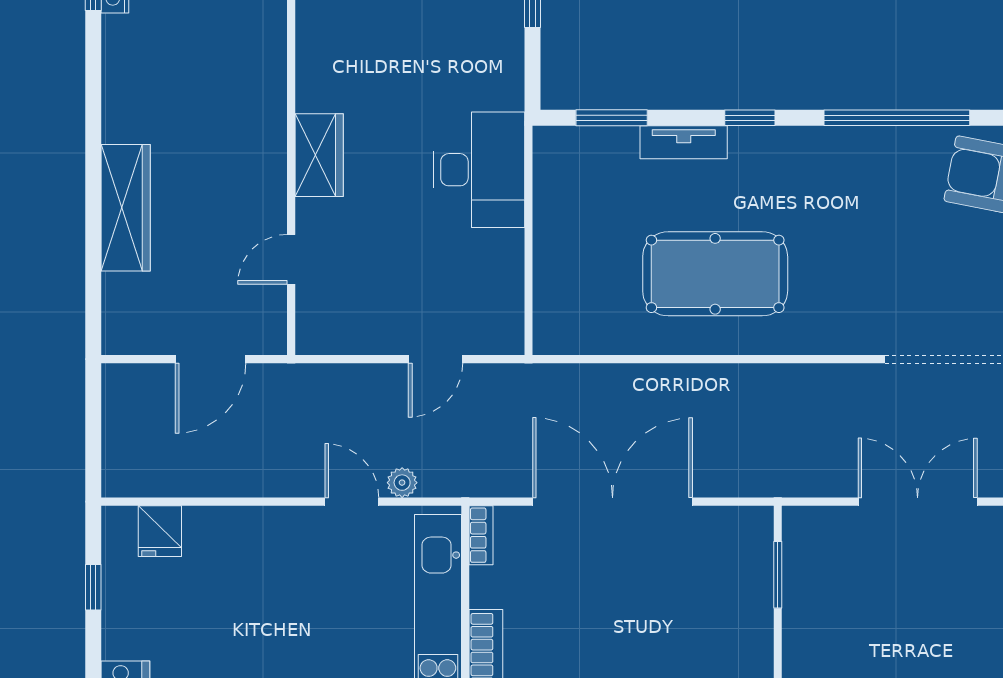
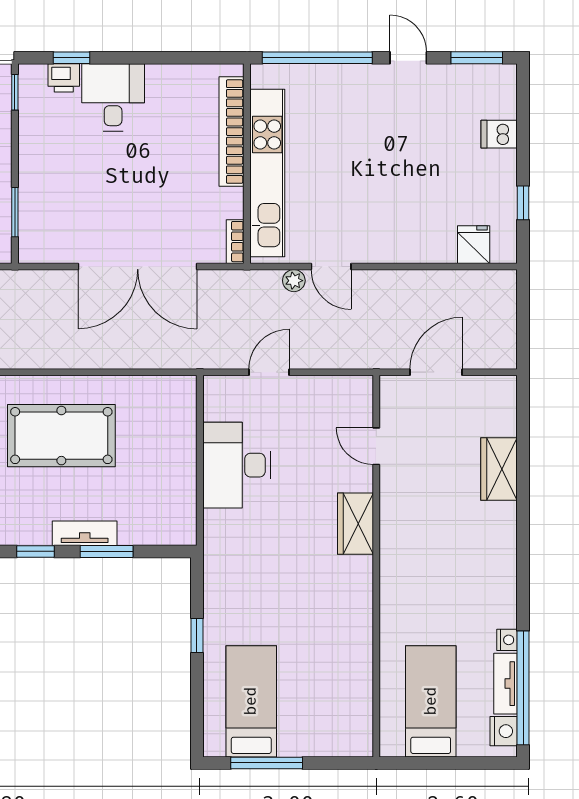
window: (612, 118) -> (107, 551), moved
desk: (479, 170) -> (237, 465), moved
wardrobe: (126, 208) -> (499, 469), width x0.67
door: (291, 259) -> (376, 446), swing flipped

